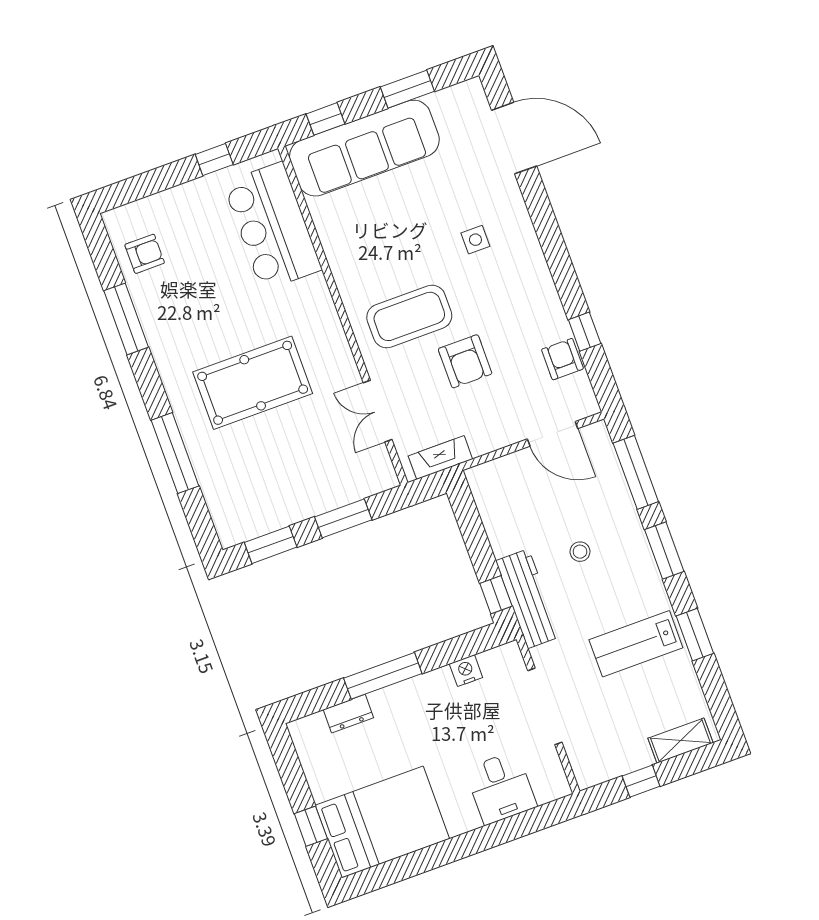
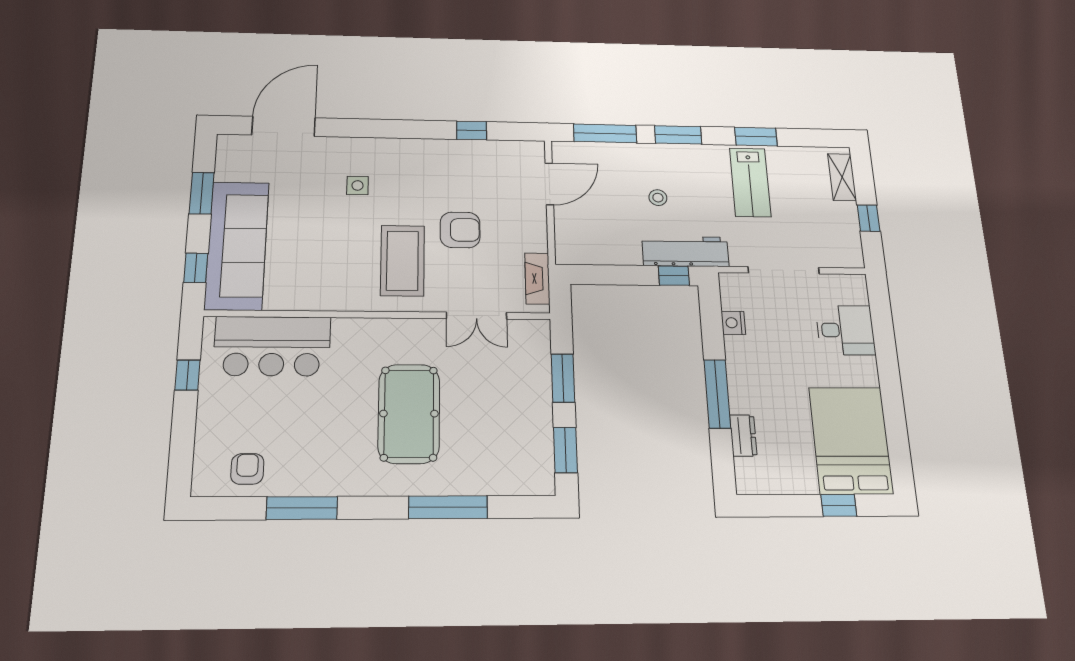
armchair: (562, 359) -> (488, 155), removed

